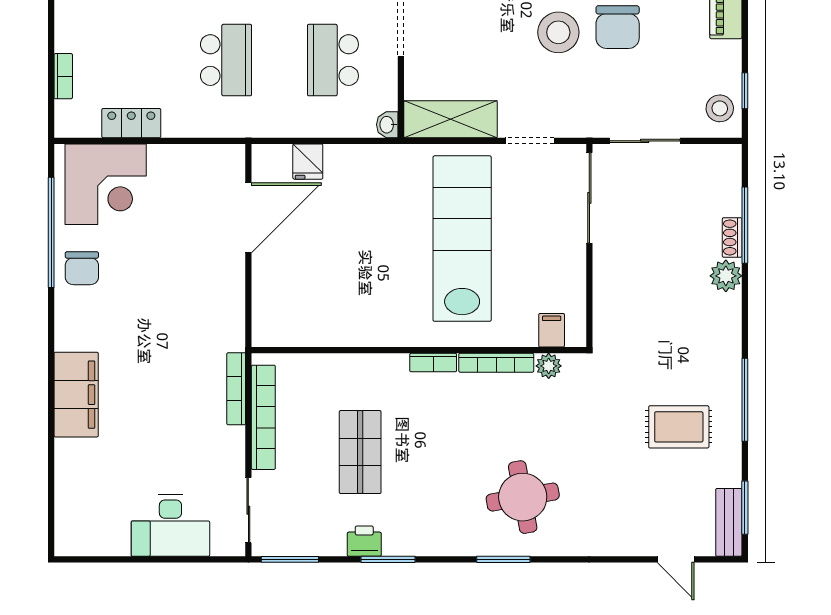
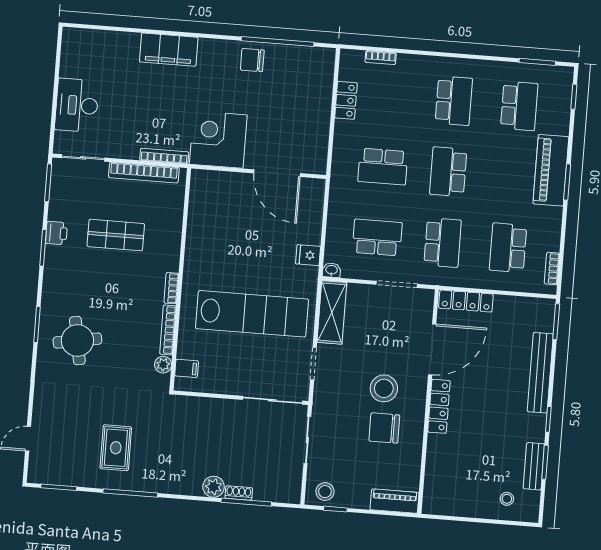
fridge: (308, 162) -> (308, 255), moved
corner desk: (106, 184) -> (218, 140), moved, turned 90
bench: (729, 522) -> (50, 476), removed

